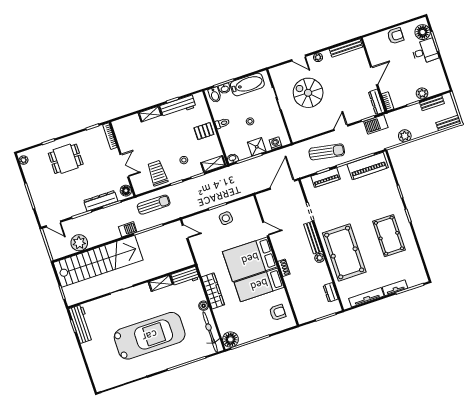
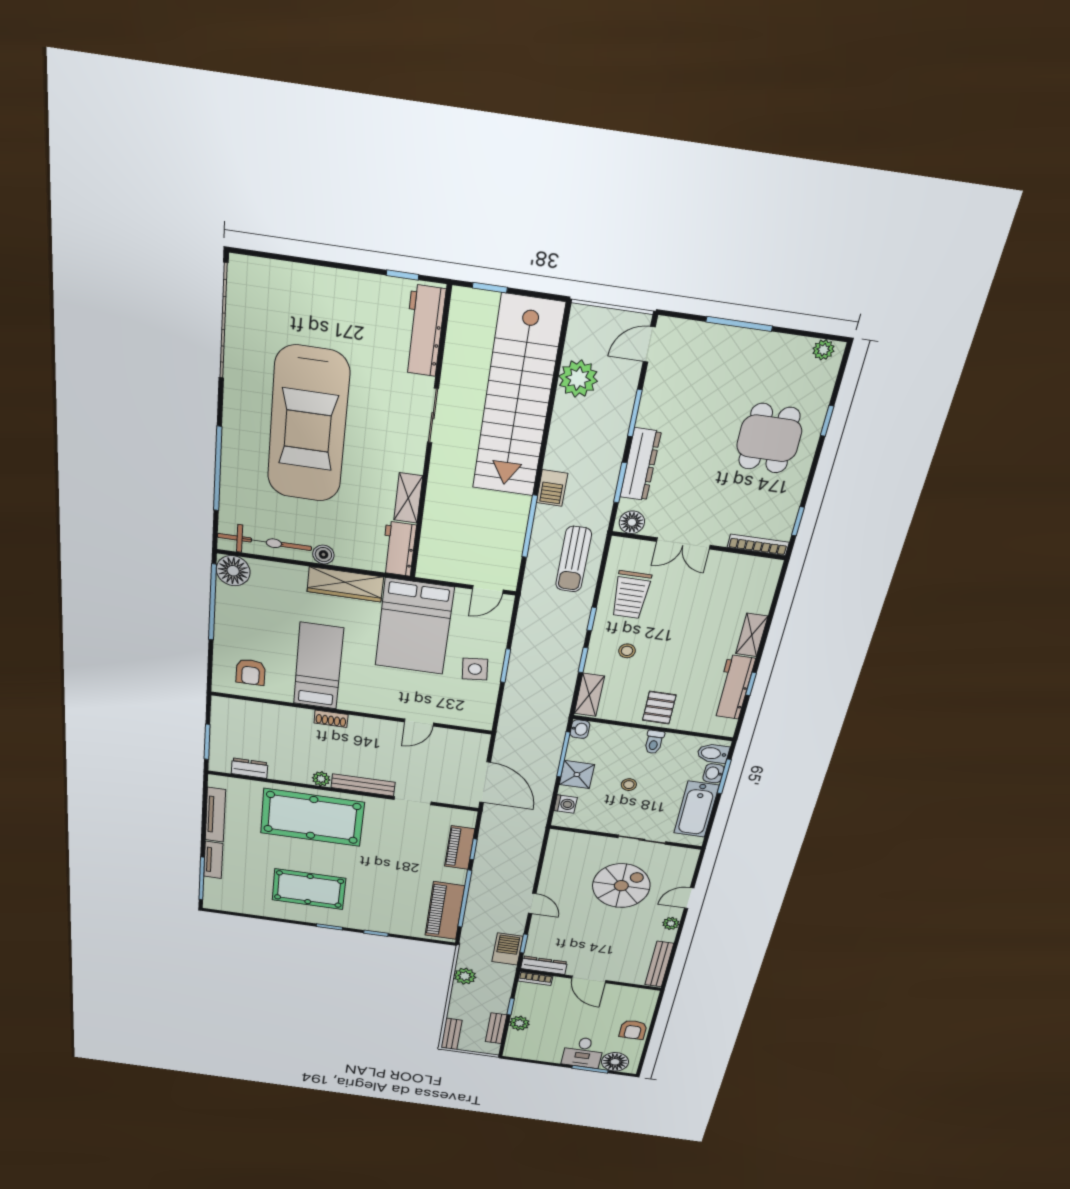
sun lounger: (327, 152) -> (503, 868), removed
trolley: (157, 173) -> (631, 595), turned 90
bed: (250, 259) -> (414, 627), moved, turned 180
workbench: (81, 324) -> (424, 331), moved, turned 90

